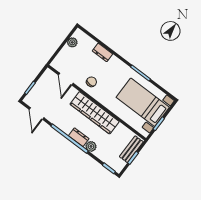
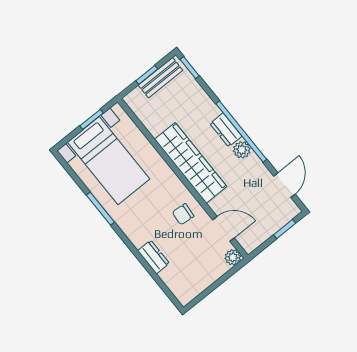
plant: (72, 42) -> (233, 257), moved
door: (66, 79) -> (223, 229), hinge flipped
plant: (91, 146) -> (242, 150), moved
bench: (131, 149) -> (160, 78), moved

